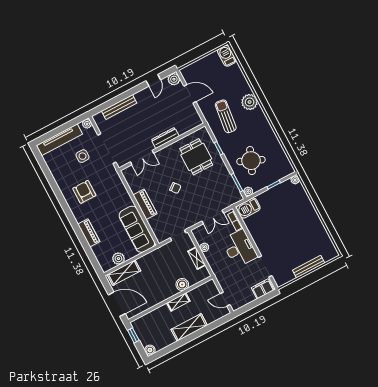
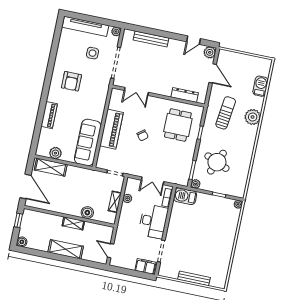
barbecue: (227, 56) -> (261, 86), moved
dresser: (165, 138) -> (185, 95), moved
armchair: (84, 192) -> (71, 81), turned 180
piano: (145, 204) -> (111, 129), width x1.37, depth x1.33

